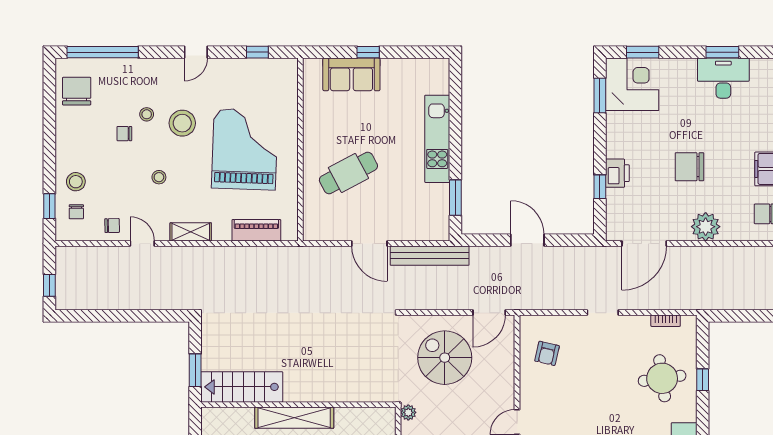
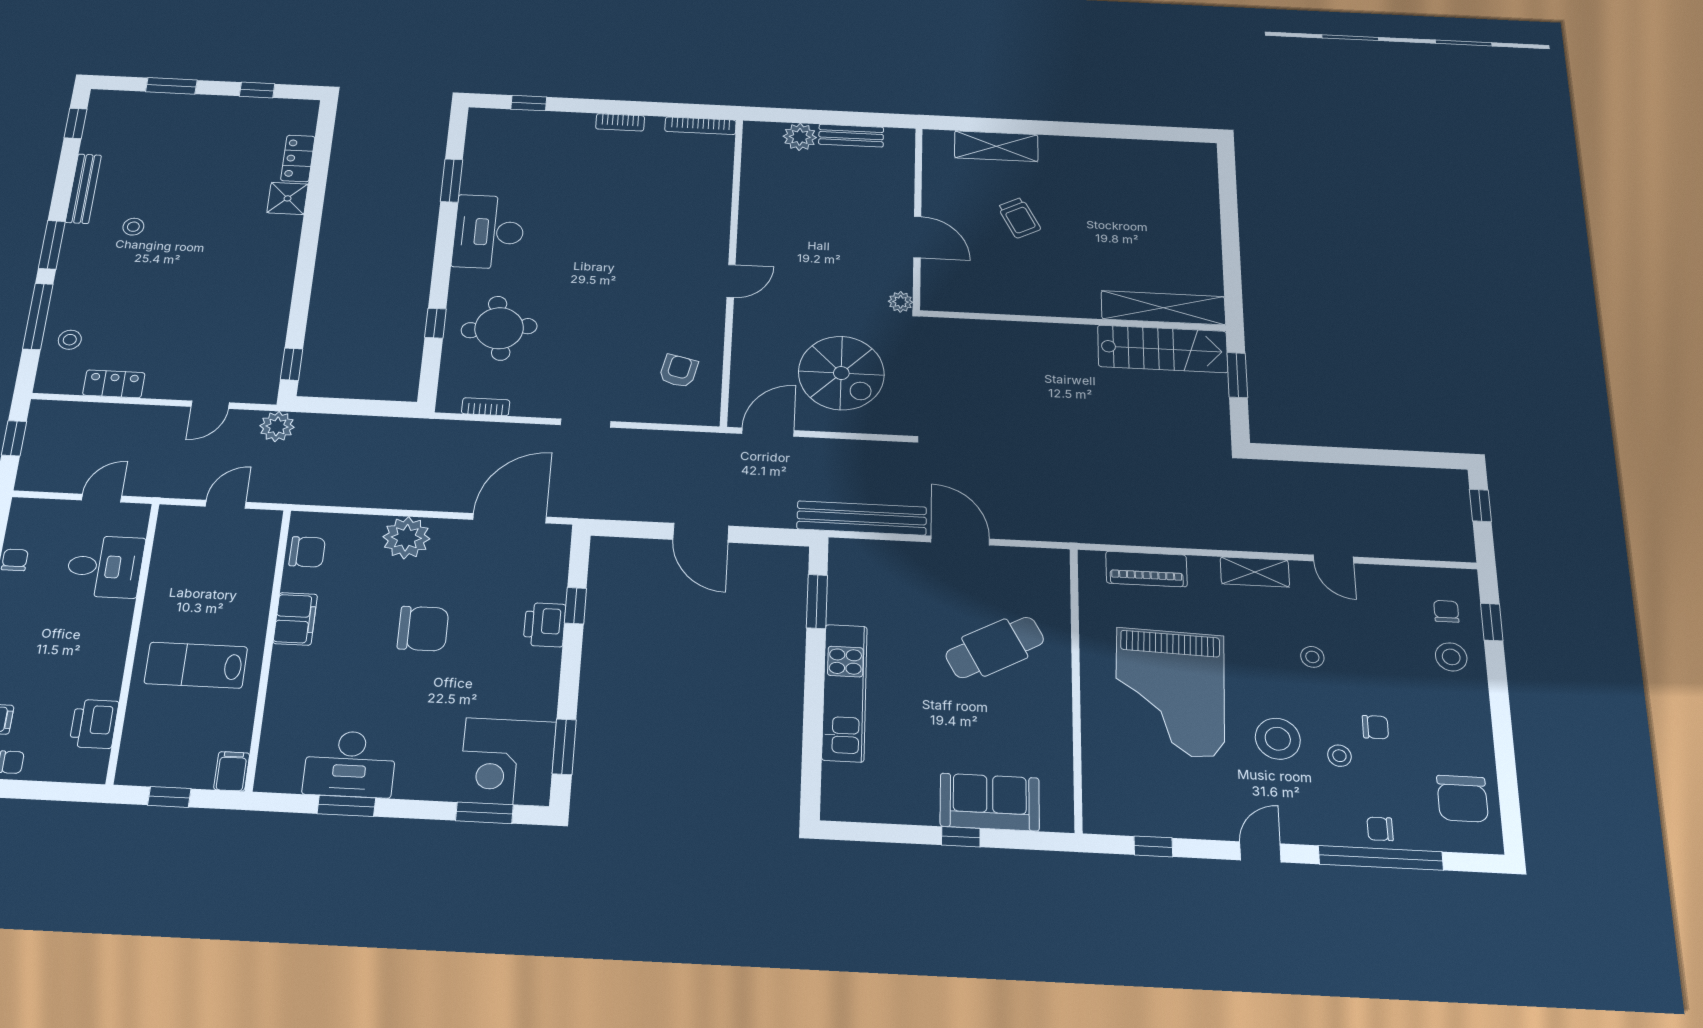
window: (103, 52) -> (1381, 858), moved
chair: (112, 226) -> (1380, 829), moved
shelving: (294, 418) -> (1163, 308), moved

